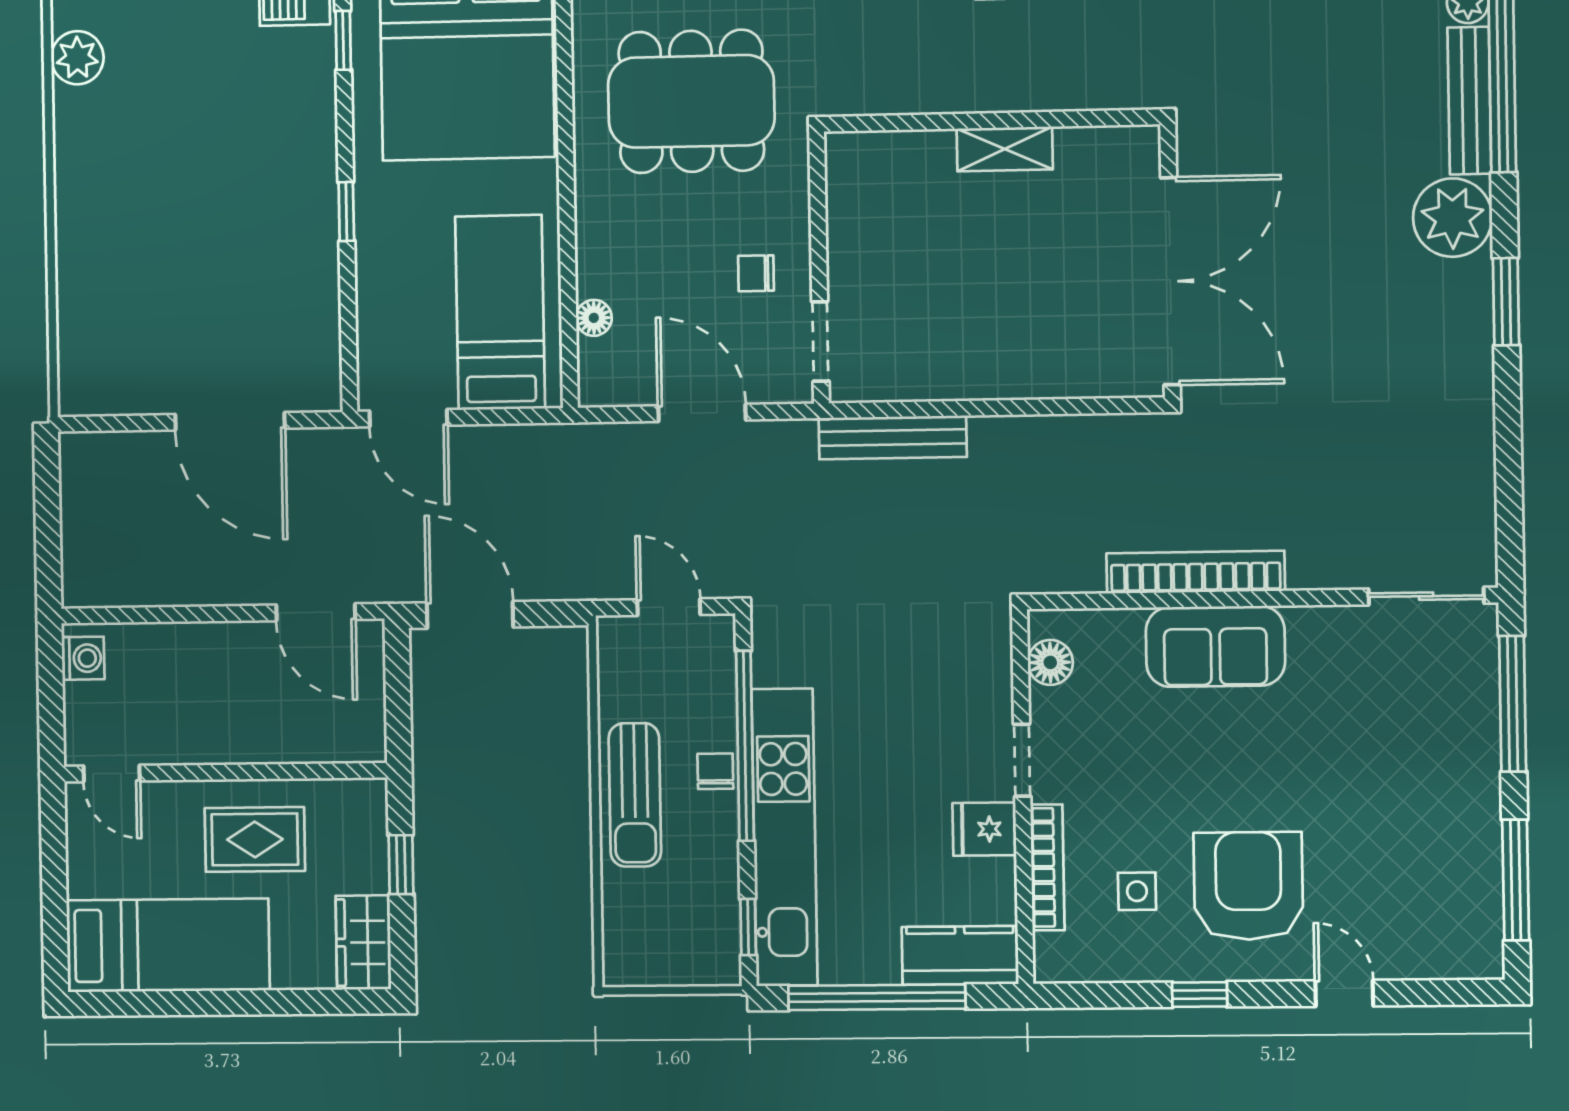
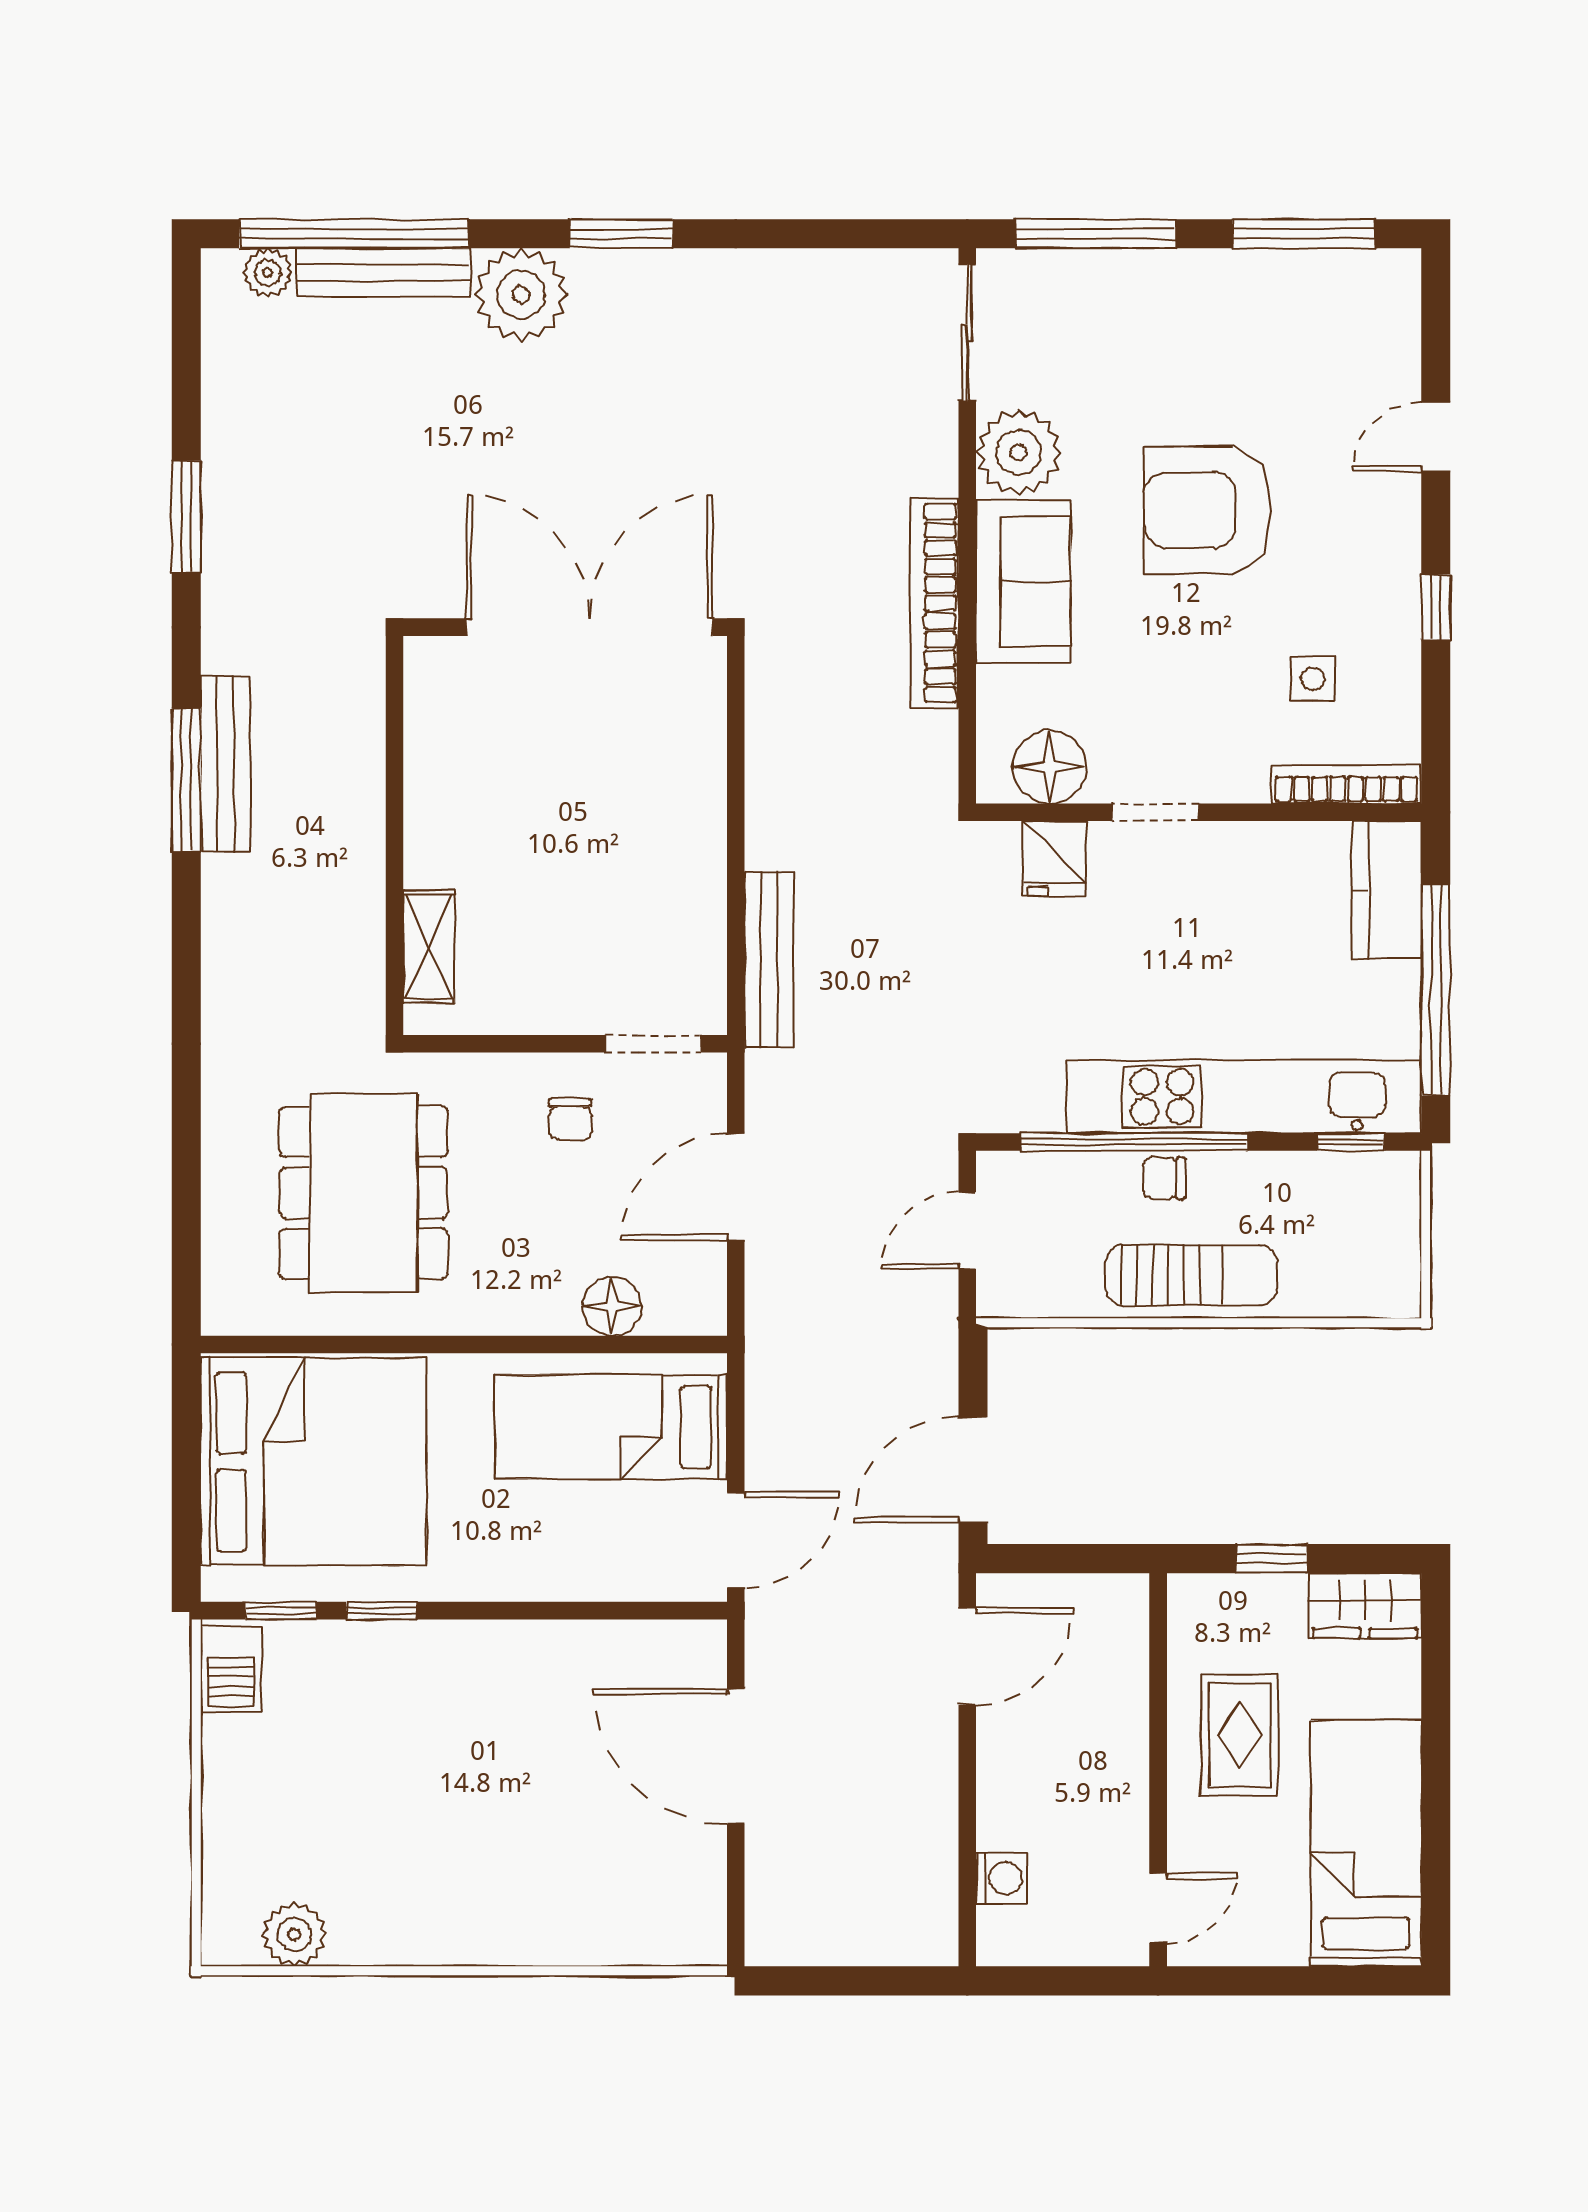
shelving: (1005, 149) -> (429, 947), moved
window: (346, 212) -> (382, 1611), moved
floor lamp: (594, 318) -> (612, 1306), width x1.37, depth x1.37
door: (230, 421) -> (736, 1756), swing flipped
plant: (1325, 641) -> (1019, 452), added
washing machine: (83, 658) -> (1002, 1878), moved, turned 90
floor lamp: (1050, 662) -> (1049, 767), width x1.38, depth x1.38
fridge: (984, 829) -> (1054, 858), moved
bookcase: (1047, 867) -> (1346, 784), moved
armchair: (1248, 886) -> (1208, 510), moved

